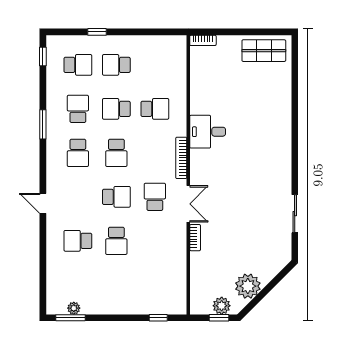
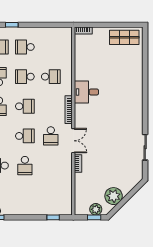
school desk: (116, 153) -> (25, 106), turned -90
school desk: (155, 197) -> (51, 136), turned 180

